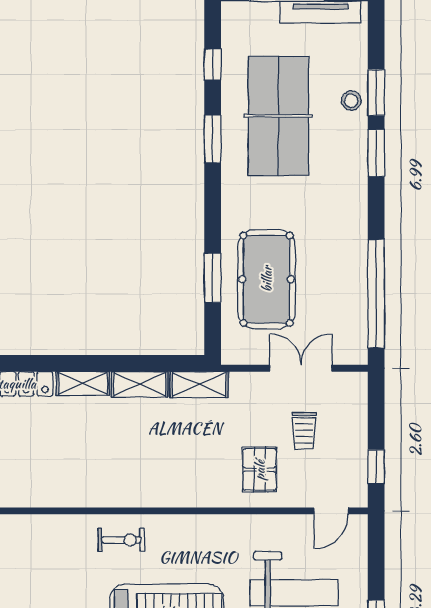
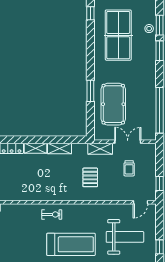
window: (213, 139) -> (90, 45), removed
window: (213, 278) -> (90, 91), moved
shelving: (199, 385) -> (100, 149), moved
pallet: (260, 470) -> (90, 177), moved

